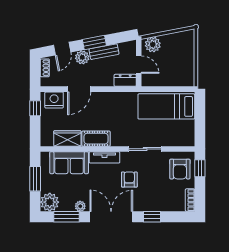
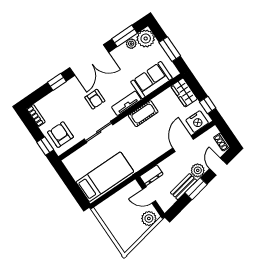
wardrobe: (67, 138) -> (184, 92), moved, turned 90
plant: (80, 206) -> (131, 44), moved

